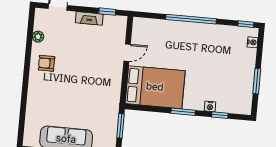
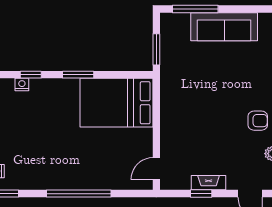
window: (107, 12) -> (201, 194), moved
door: (127, 53) -> (156, 169), moved
nightstand: (210, 106) -> (22, 85), moved

